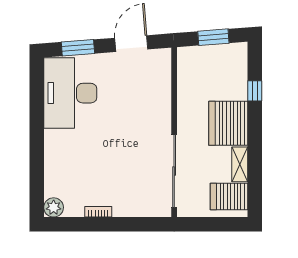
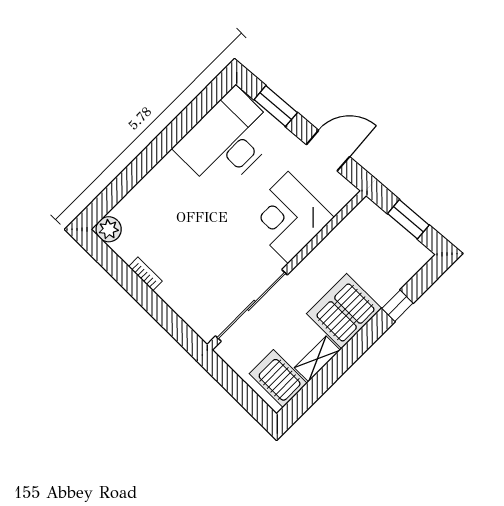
corner desk: (146, 102) -> (288, 217), added

